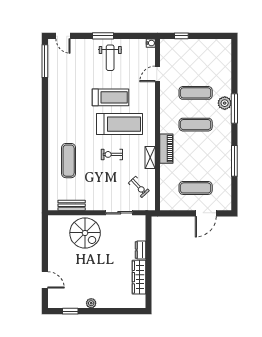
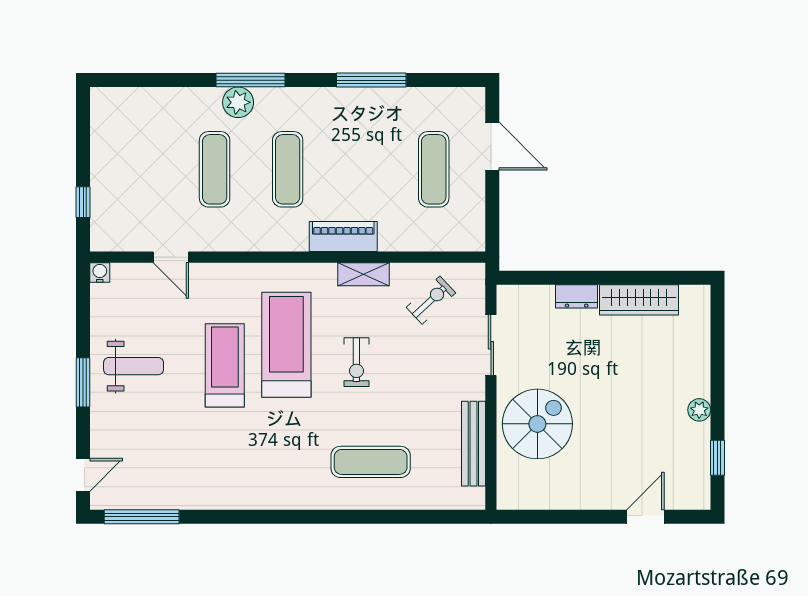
bench: (72, 205) -> (473, 444), width x1.36

